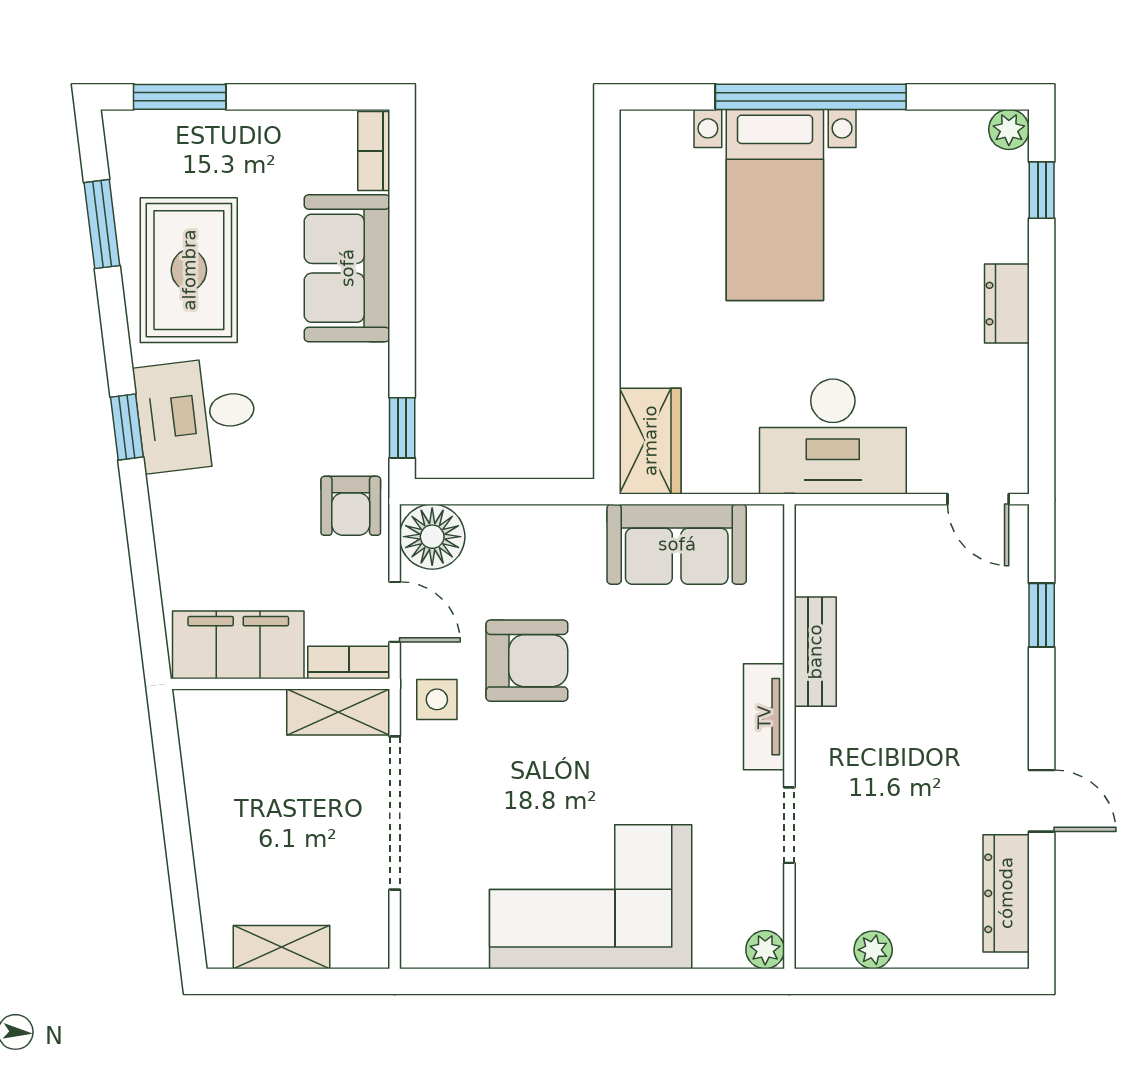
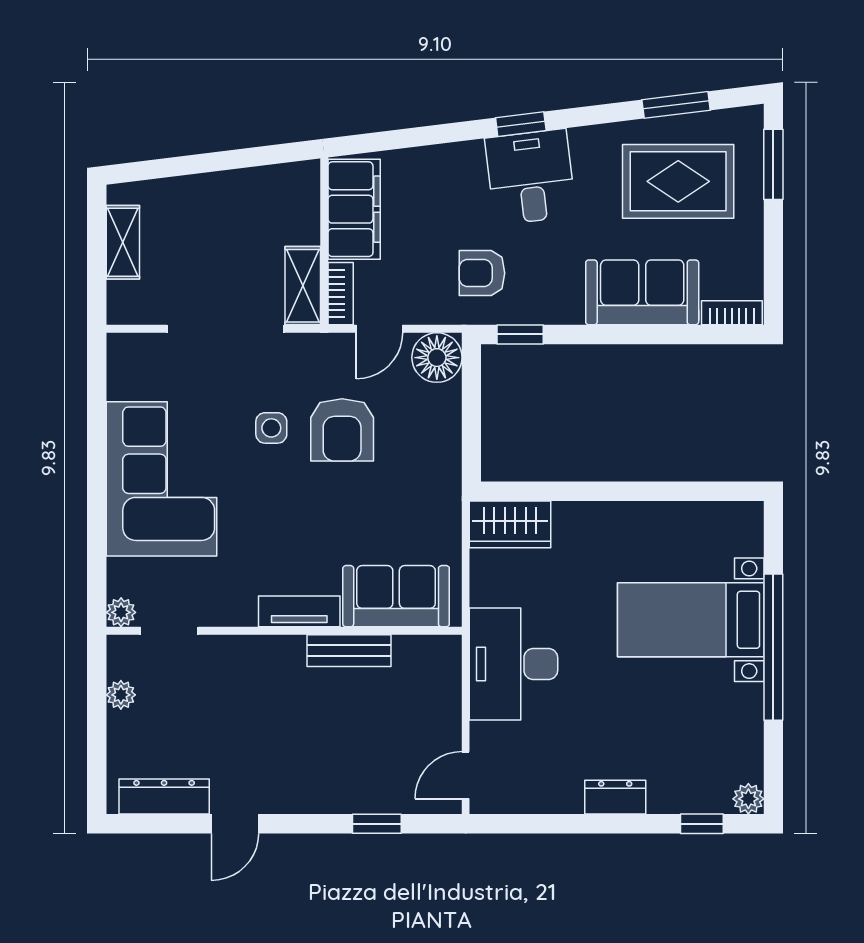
rug: (189, 270) -> (678, 181), moved
armchair: (351, 506) -> (482, 273), moved
sofa: (677, 544) -> (396, 596), moved, turned 90
side table: (437, 699) -> (271, 428), moved
doorway: (789, 825) -> (169, 631), moved

